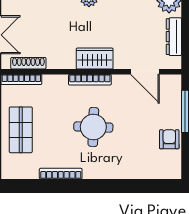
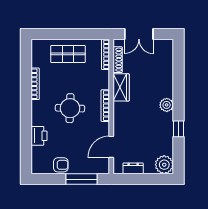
dresser: (174, 37) -> (133, 168), width x0.70
wardrobe: (95, 59) -> (121, 87), moved
printer: (130, 169) -> (39, 136), added

